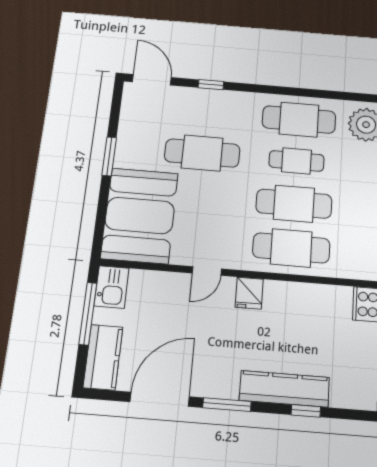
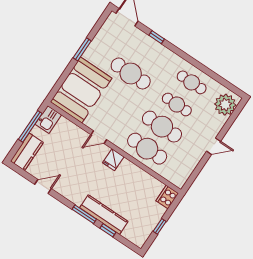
cafe table: (299, 120) -> (192, 82), width x0.73, depth x0.74
door: (160, 399) -> (43, 186), width x0.53
window: (227, 405) -> (84, 214), moved

